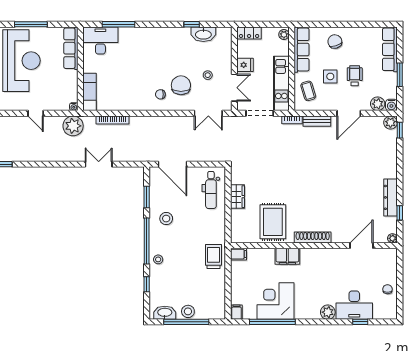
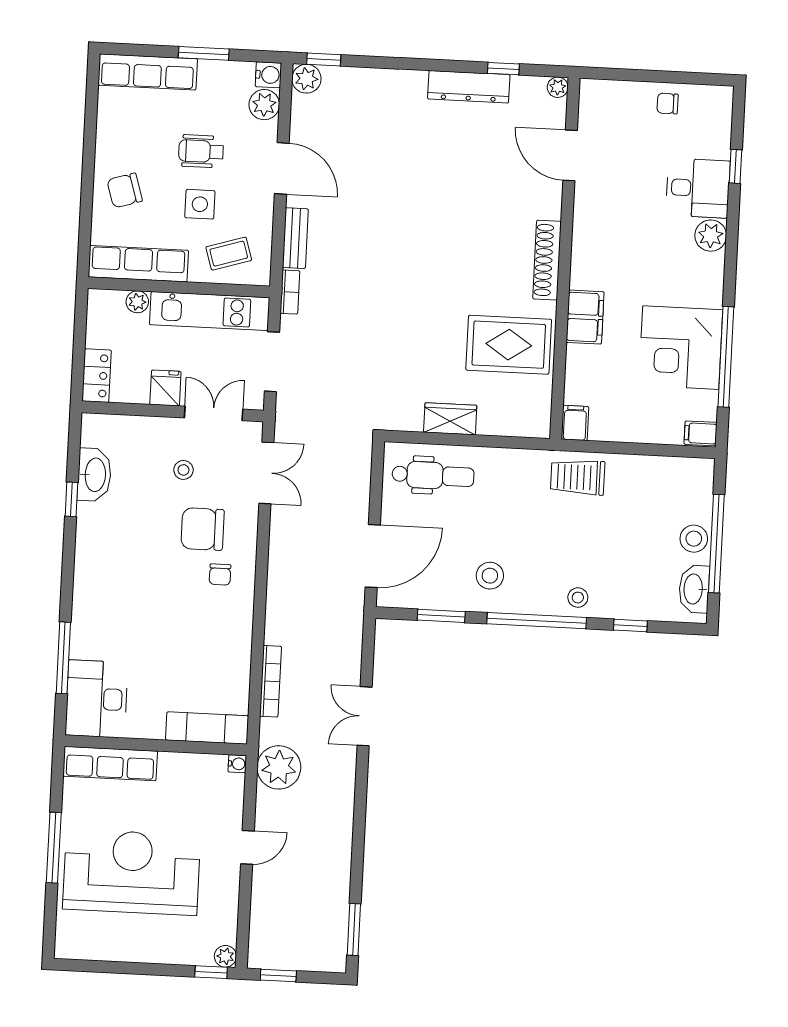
plant: (284, 35) -> (137, 302), moved
desk: (354, 305) -> (698, 188), width x0.73

